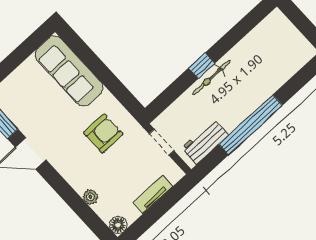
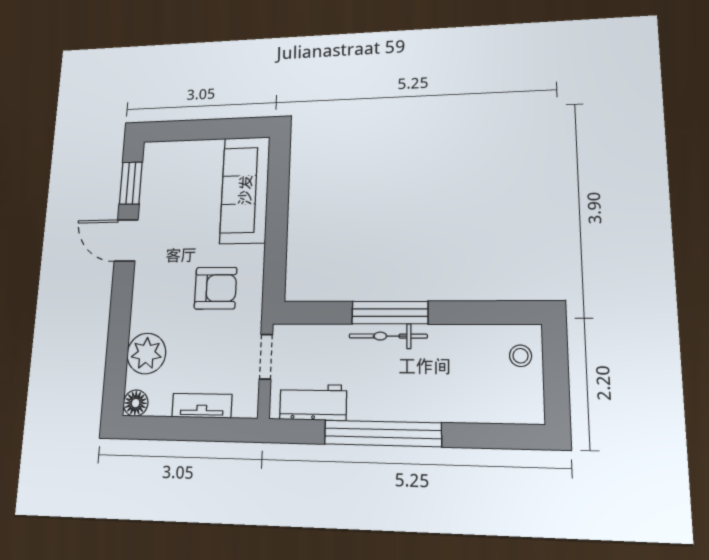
stool: (280, 30) -> (521, 356), added
window: (202, 66) -> (390, 313), width x2.17
plant: (90, 197) -> (146, 353), width x1.88, depth x1.88

